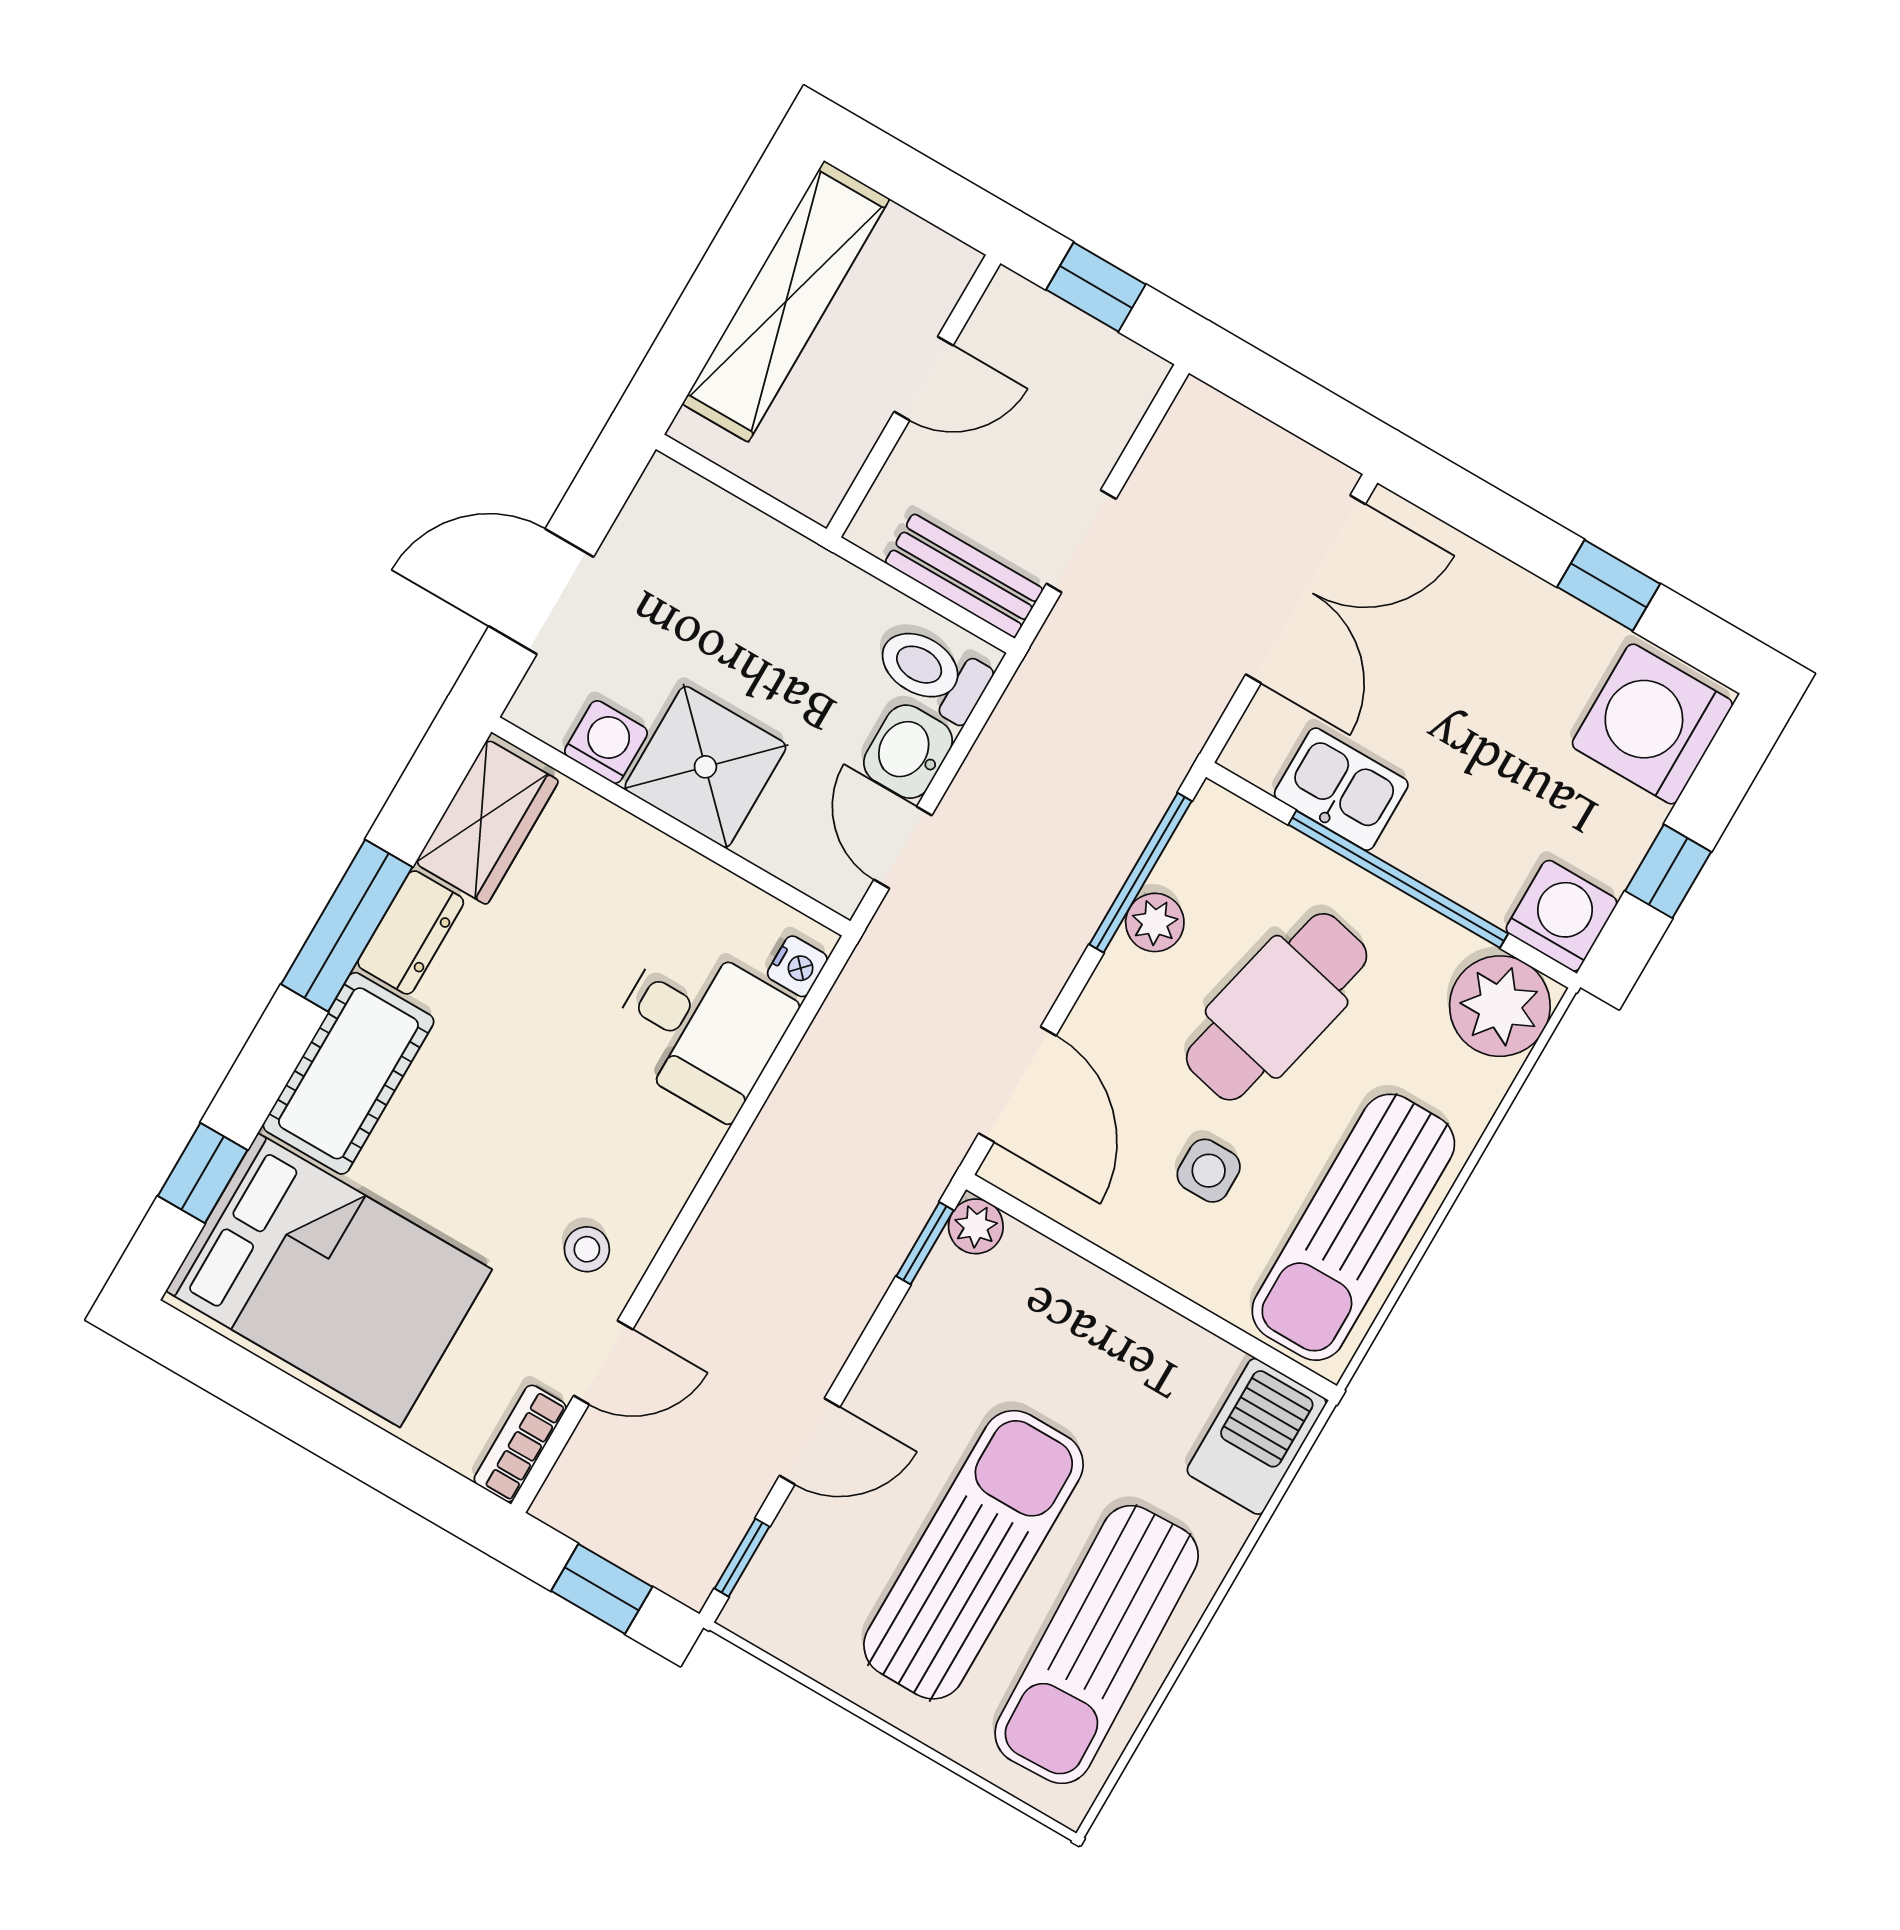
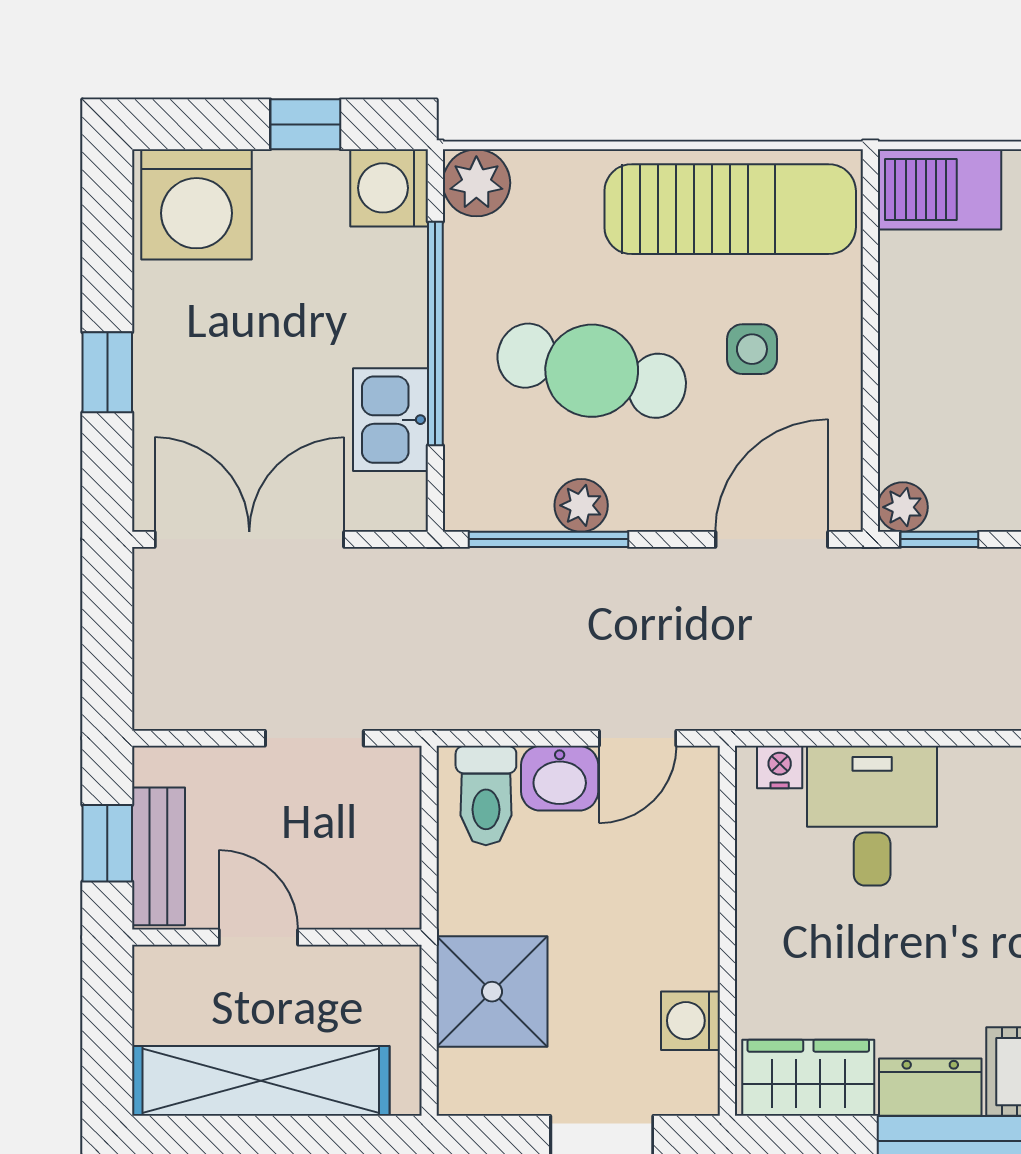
bench: (964, 576) -> (159, 856), moved
window: (1609, 585) -> (107, 372), moved
shower: (705, 767) -> (492, 992), moved
plant: (1500, 1006) -> (476, 183), width x0.73, depth x0.73

